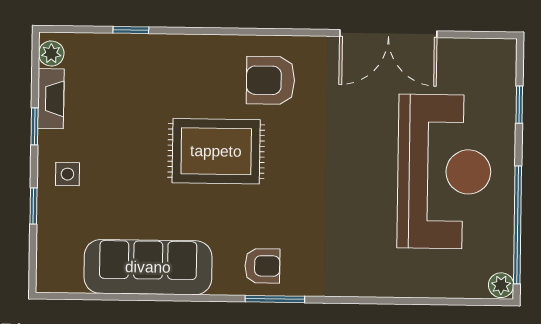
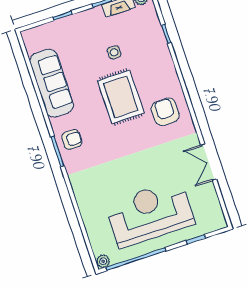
double door: (388, 34) -> (209, 162), width x0.73
reception desk: (444, 172) -> (150, 214), turned 180
side table: (67, 174) -> (114, 52), moved
armchair: (262, 266) -> (72, 140), turned -90

